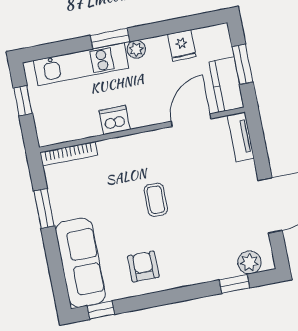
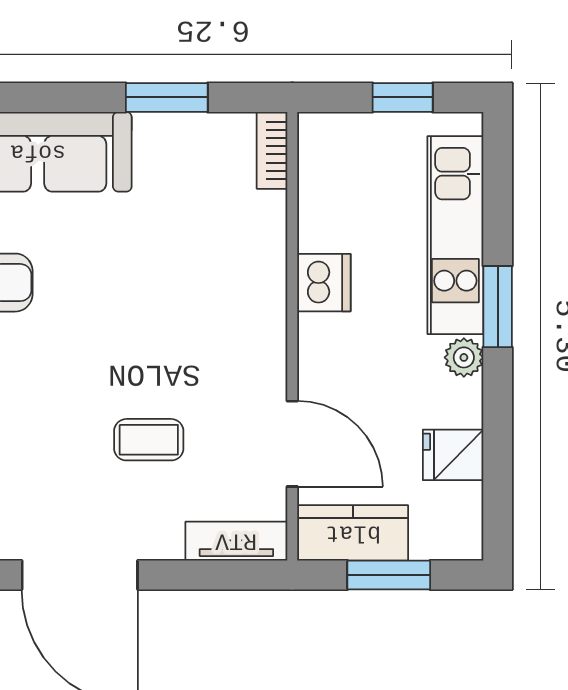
bookcase: (69, 154) -> (272, 150), width x0.64
coffee table: (156, 200) -> (149, 440), moved

